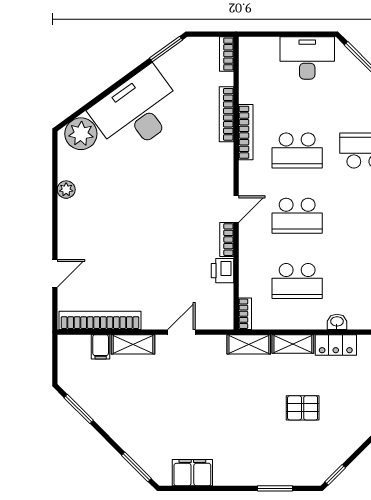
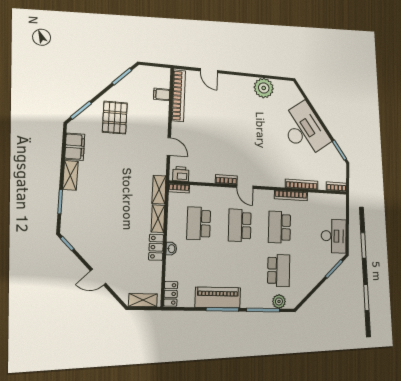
plant: (81, 134) -> (292, 95), removed
plant: (66, 190) -> (264, 88), width x1.88, depth x1.88
printer: (223, 271) -> (181, 174), moved
shelving: (133, 344) -> (70, 175), moved
pallet: (303, 408) -> (115, 118), moved, width x1.50, depth x1.42

